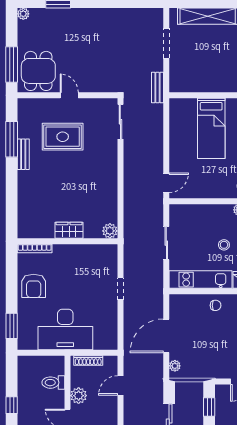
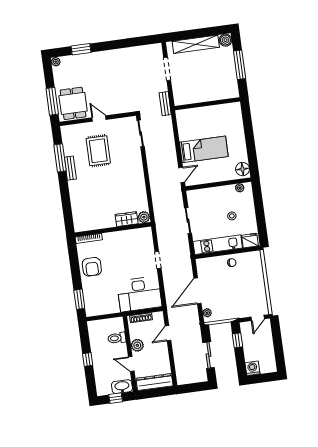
bed: (211, 128) -> (204, 149), moved, turned -90
rug: (63, 137) -> (98, 151), turned 90
wardrobe: (69, 230) -> (127, 219), moved
desk: (65, 330) -> (139, 294), moved

